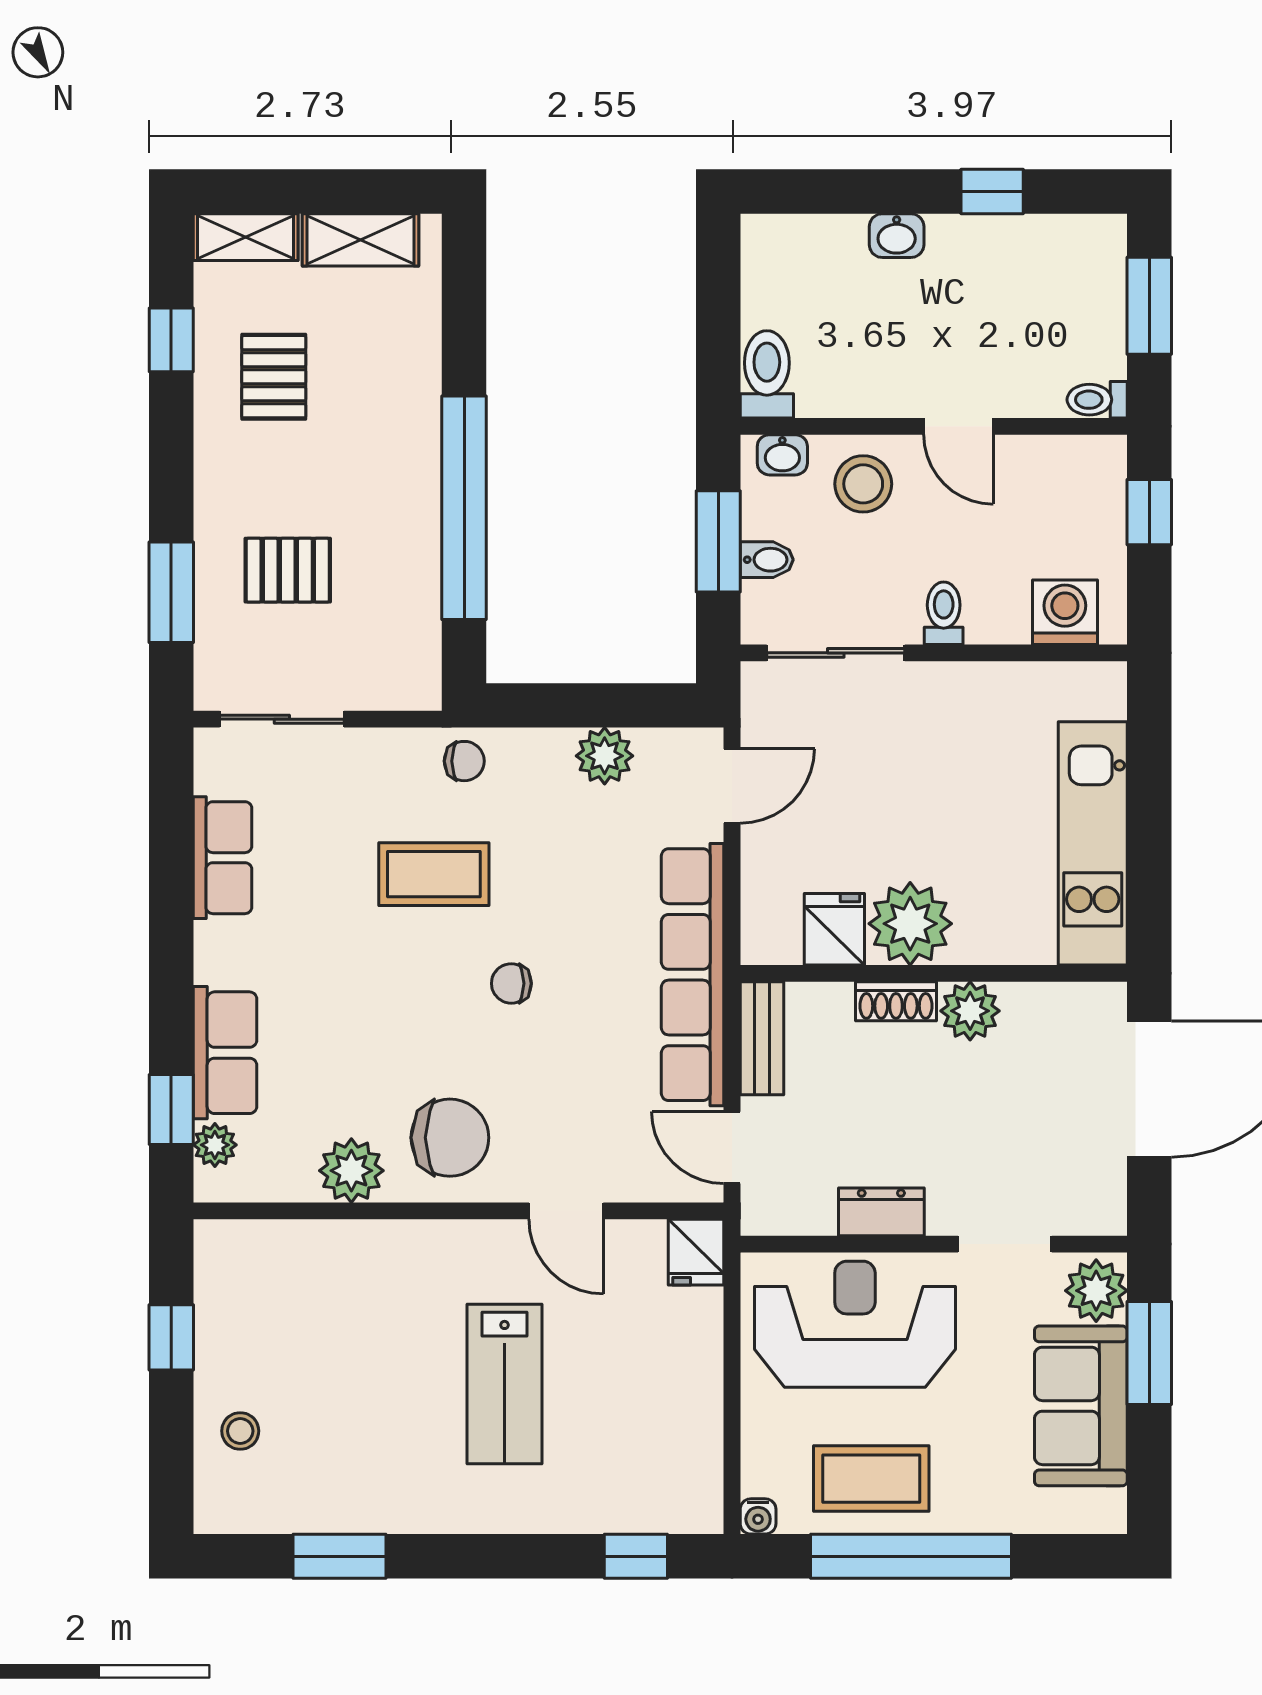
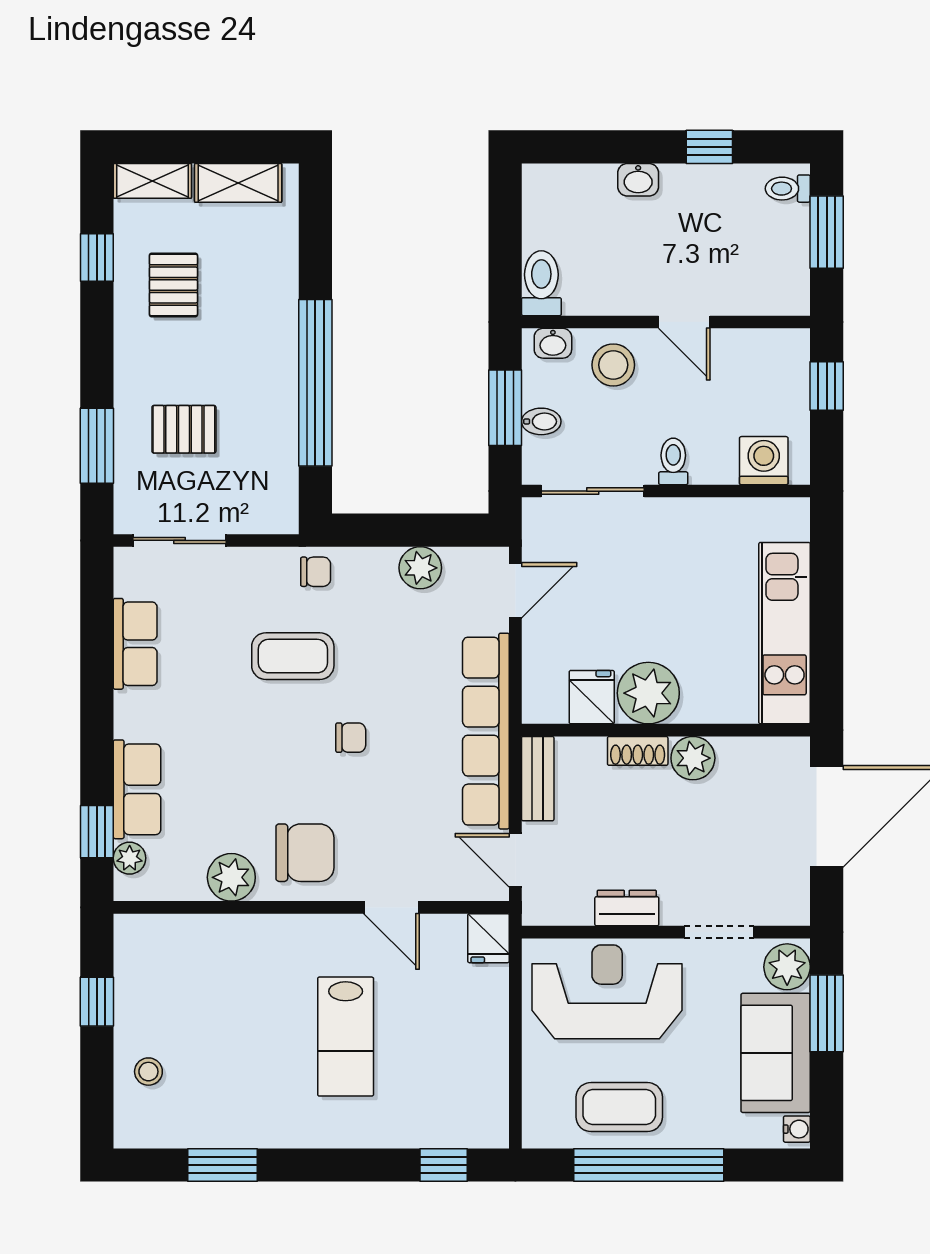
toilet: (1097, 400) -> (788, 189), moved
chair: (511, 983) -> (351, 738), turned 180
water cooler: (758, 1516) -> (797, 1129), moved, turned -90

